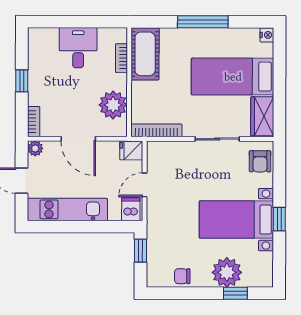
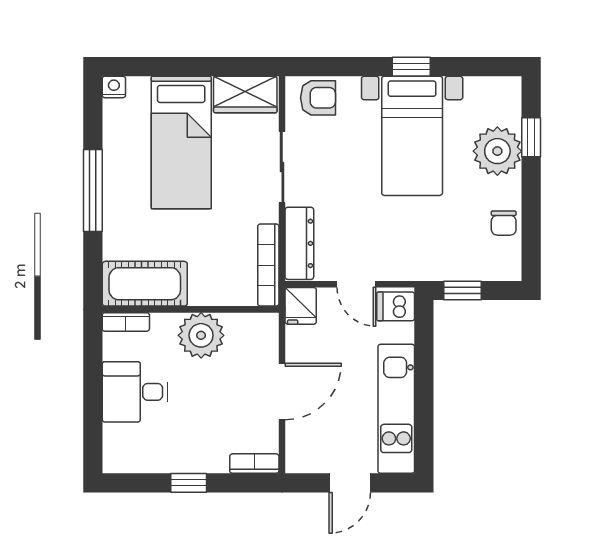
bookcase: (121, 58) -> (126, 322), moved
plant: (113, 105) -> (201, 335), moved
plant: (35, 148) -> (298, 461), removed
dresser: (170, 150) -> (299, 243), added

